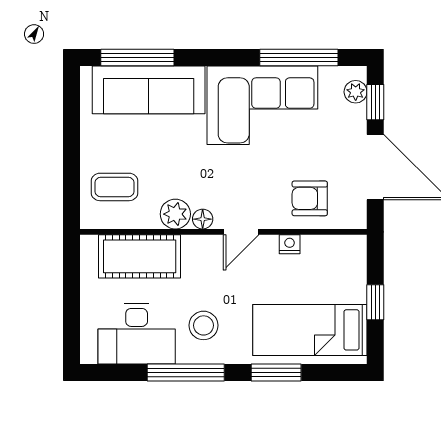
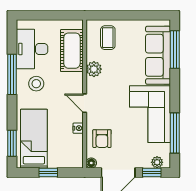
armchair: (310, 198) -> (102, 139), turned 180
floor lamp: (203, 219) -> (91, 163), moved
window: (276, 372) -> (12, 143), moved

